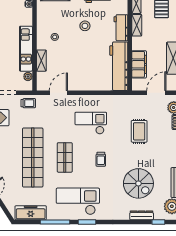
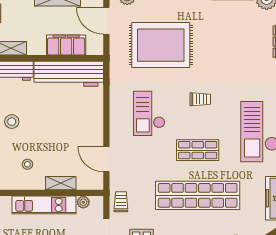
rug: (139, 131) -> (161, 45), width x1.86, depth x2.06
spiral stairs: (138, 183) -> (234, 46), removed

